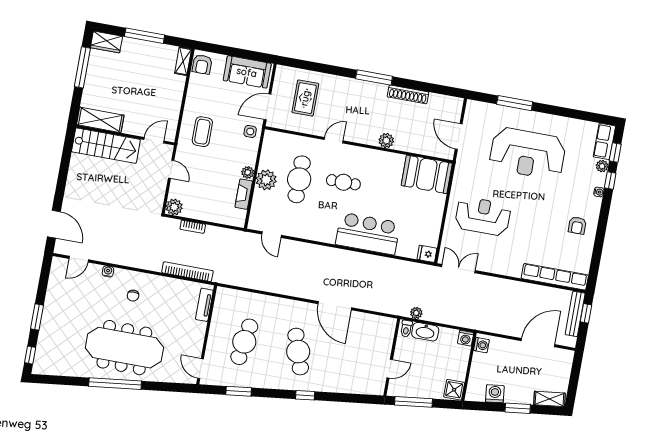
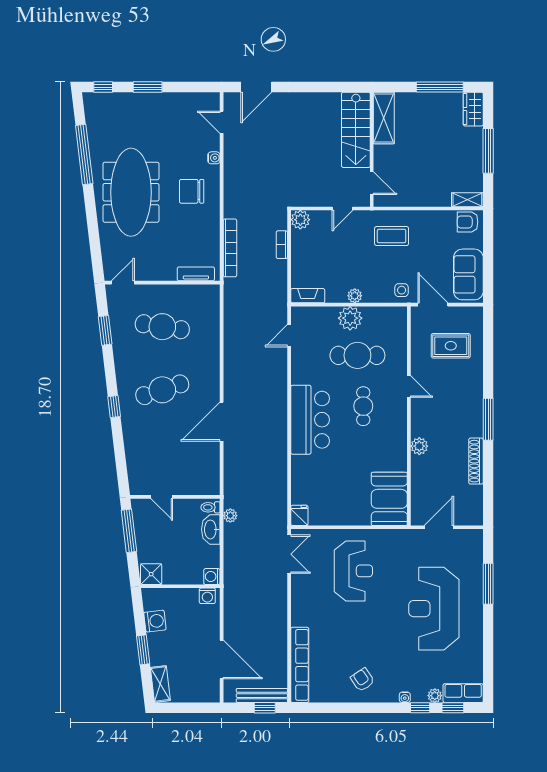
fireplace: (244, 194) -> (308, 296), moved
armchair: (577, 225) -> (362, 680), turned 56
bar counter: (368, 234) -> (310, 420), moved
chair: (133, 296) -> (192, 191), width x1.87, depth x1.87
window: (115, 384) -> (84, 155), moved

